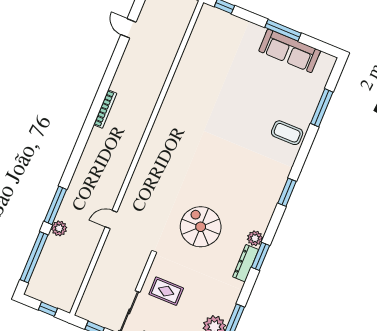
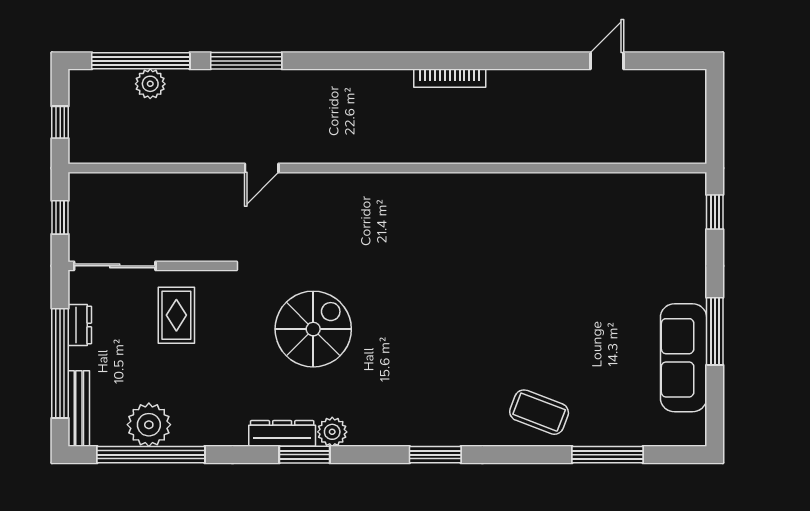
coffee table: (287, 133) -> (539, 412), turned -69
door: (111, 220) -> (262, 168), swing flipped
plant: (59, 228) -> (150, 84), moved

